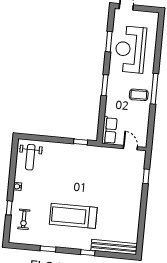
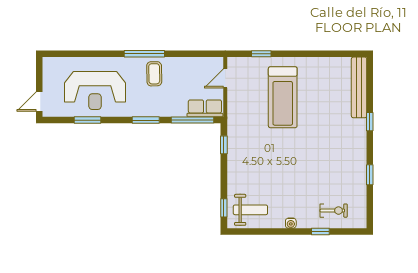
window: (101, 120) -> (192, 120), added
window: (34, 137) -> (224, 208), added
treadmill: (73, 216) -> (283, 97), moved

